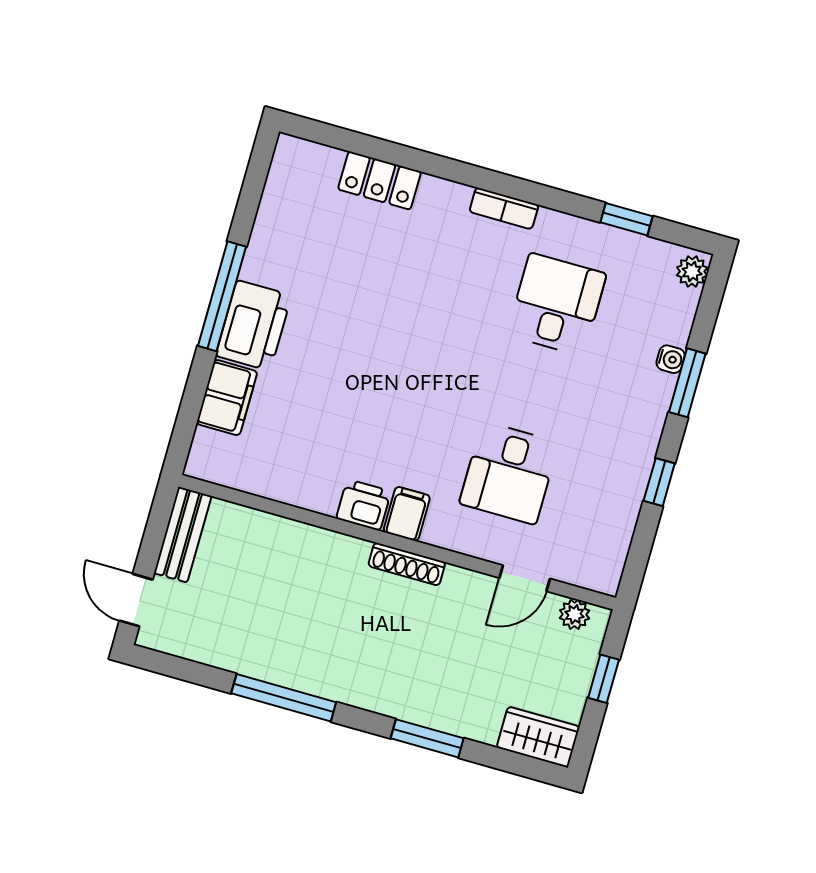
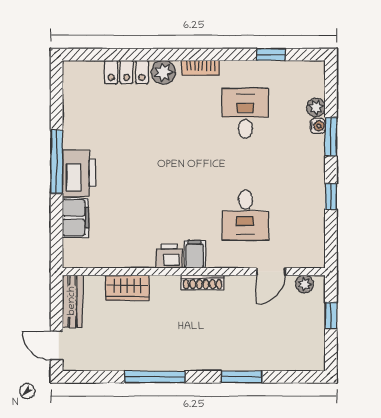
plant: (440, 198) -> (163, 72), added
plant: (692, 271) -> (316, 107), moved
wardrobe: (538, 737) -> (127, 288), moved, turned 180

